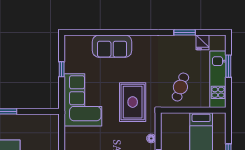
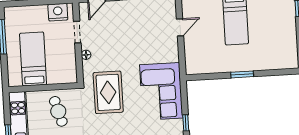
cafe table: (180, 87) -> (58, 111), turned -35

